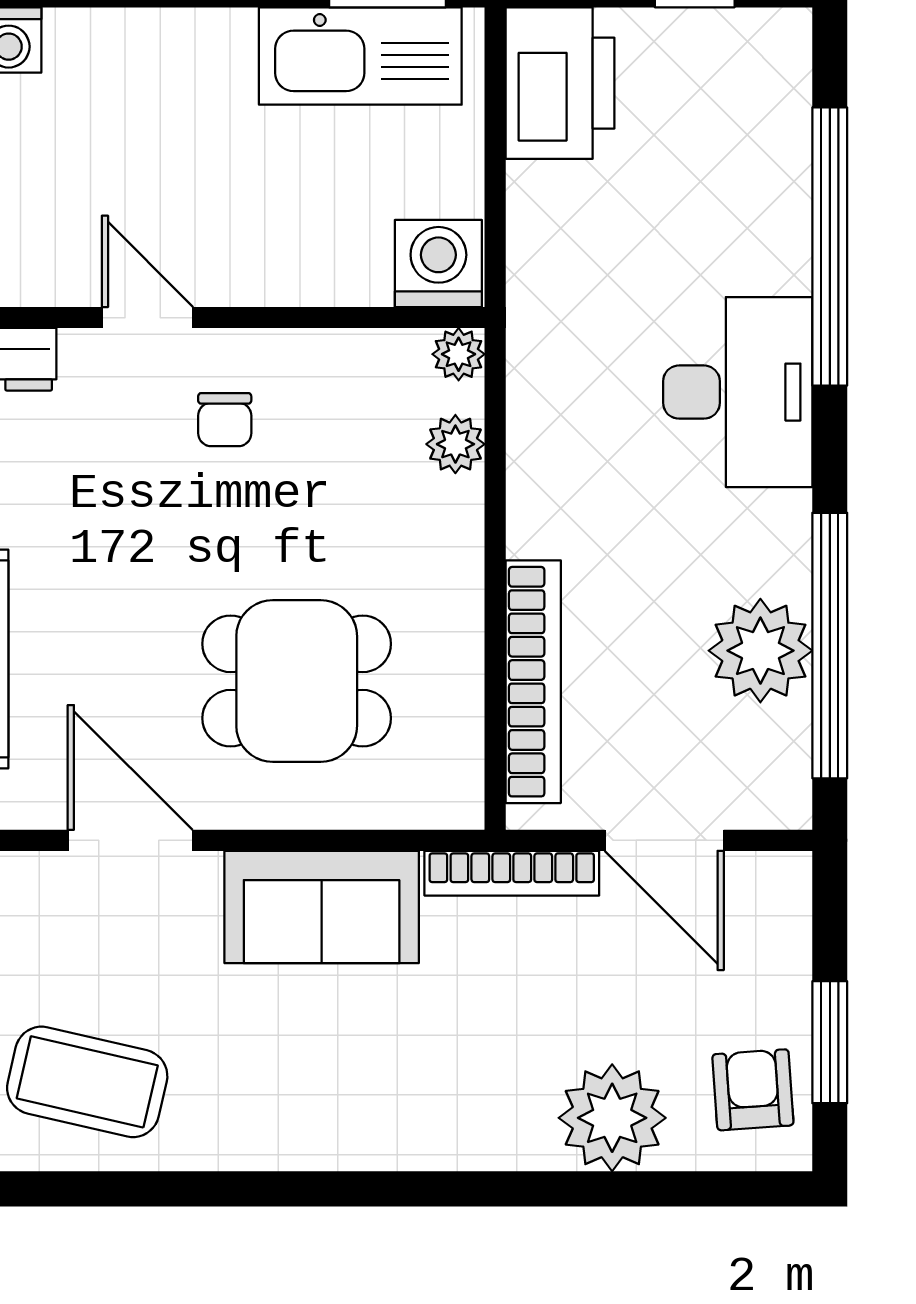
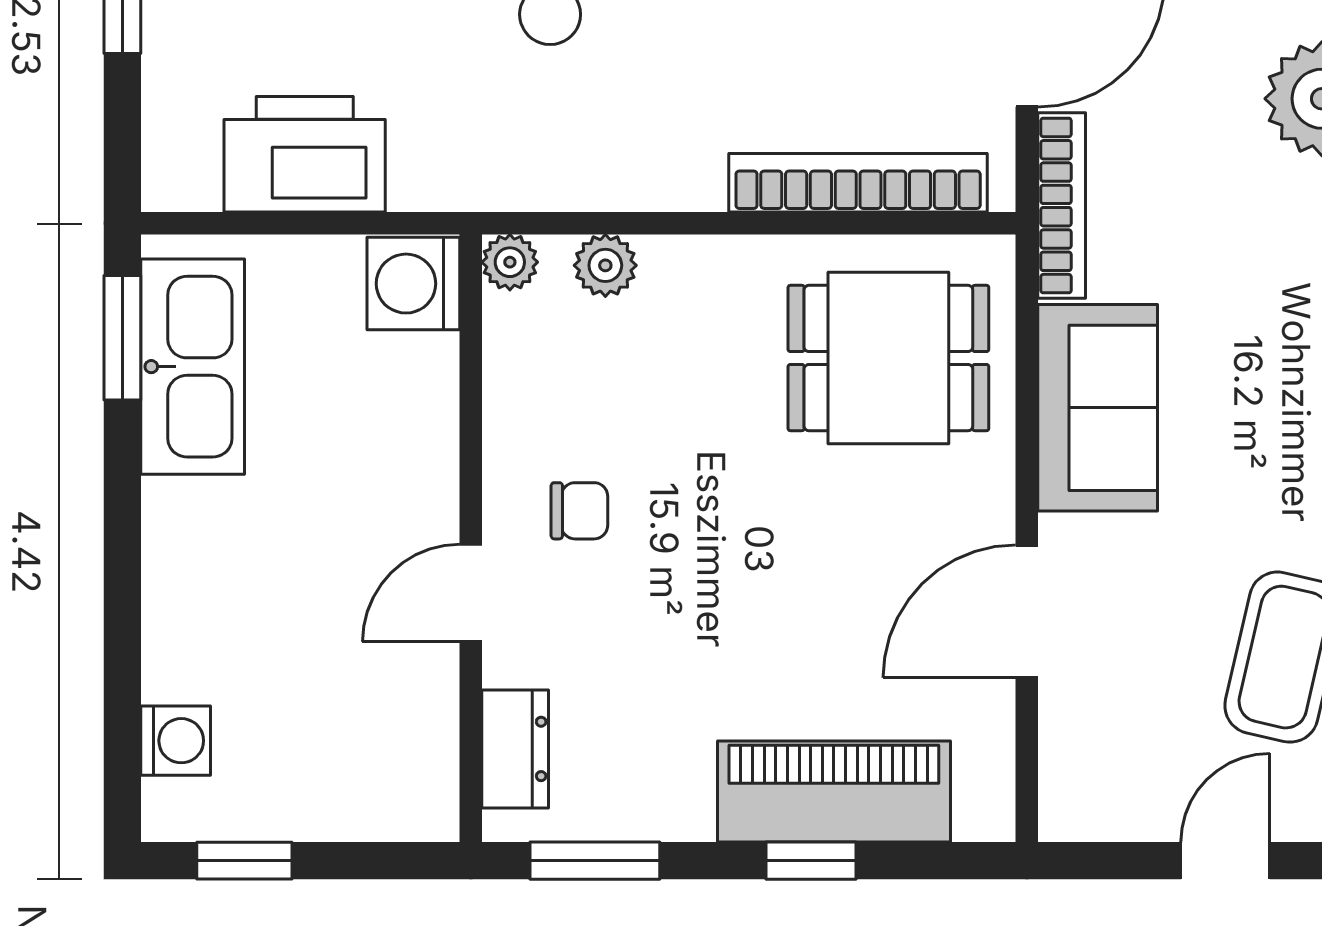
printer: (560, 83) -> (305, 154), moved
dining table: (297, 681) -> (888, 358), moved, turned 90

